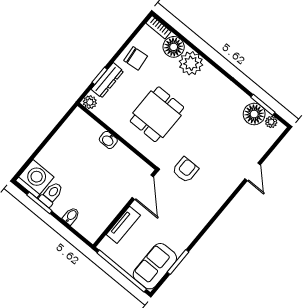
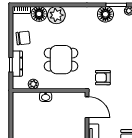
plant: (90, 102) -> (33, 84), moved
dining table: (157, 114) -> (61, 60), turned 90
floor lamp: (254, 114) -> (105, 14), moved
armchair: (185, 170) -> (103, 78), turned -90

